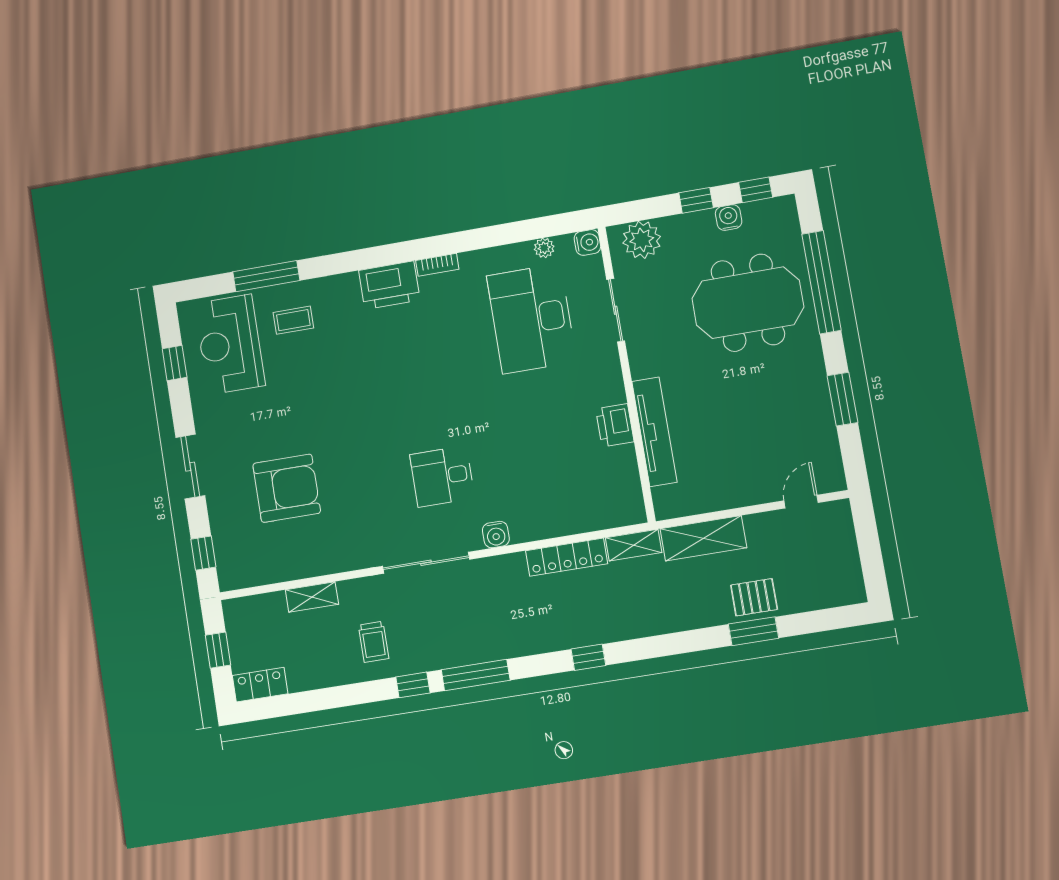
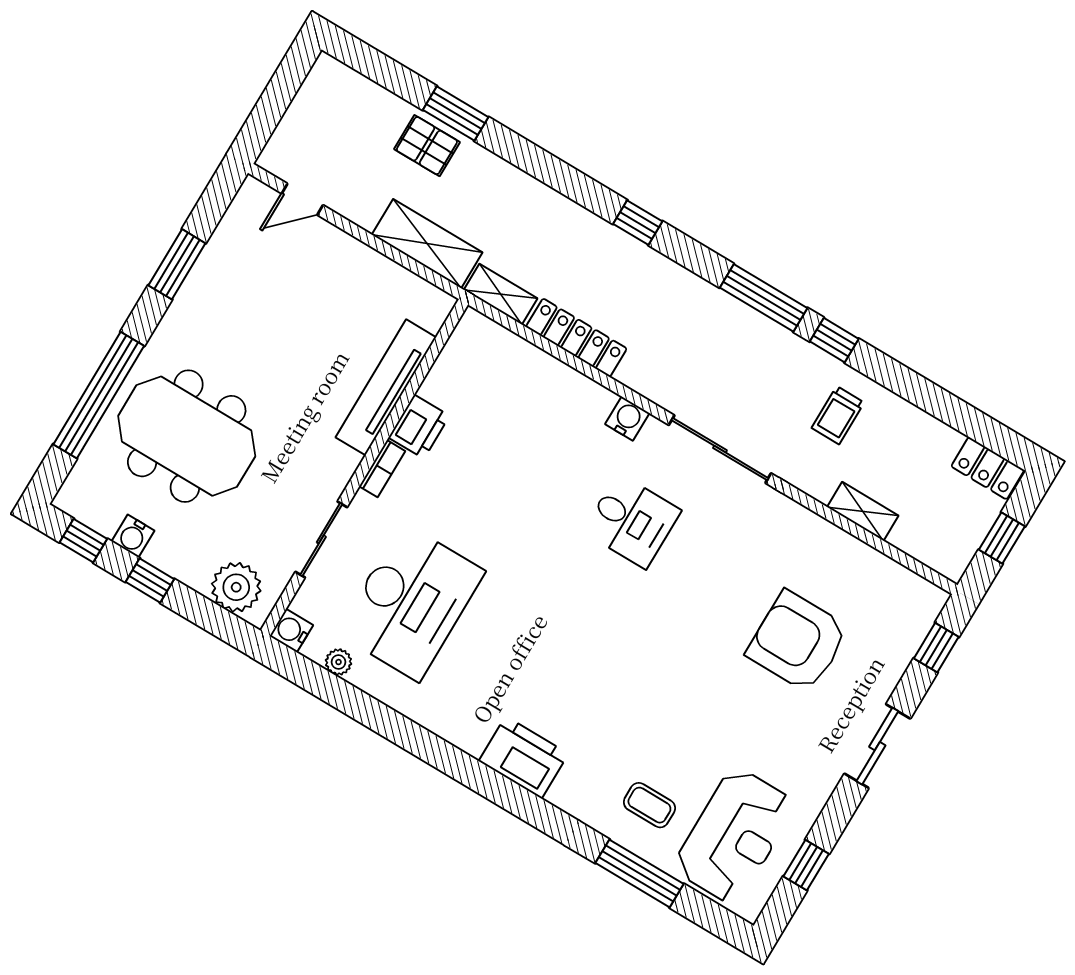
bookcase: (437, 265) -> (382, 469), moved, turned 90
trolley: (374, 642) -> (838, 415), turned 180

